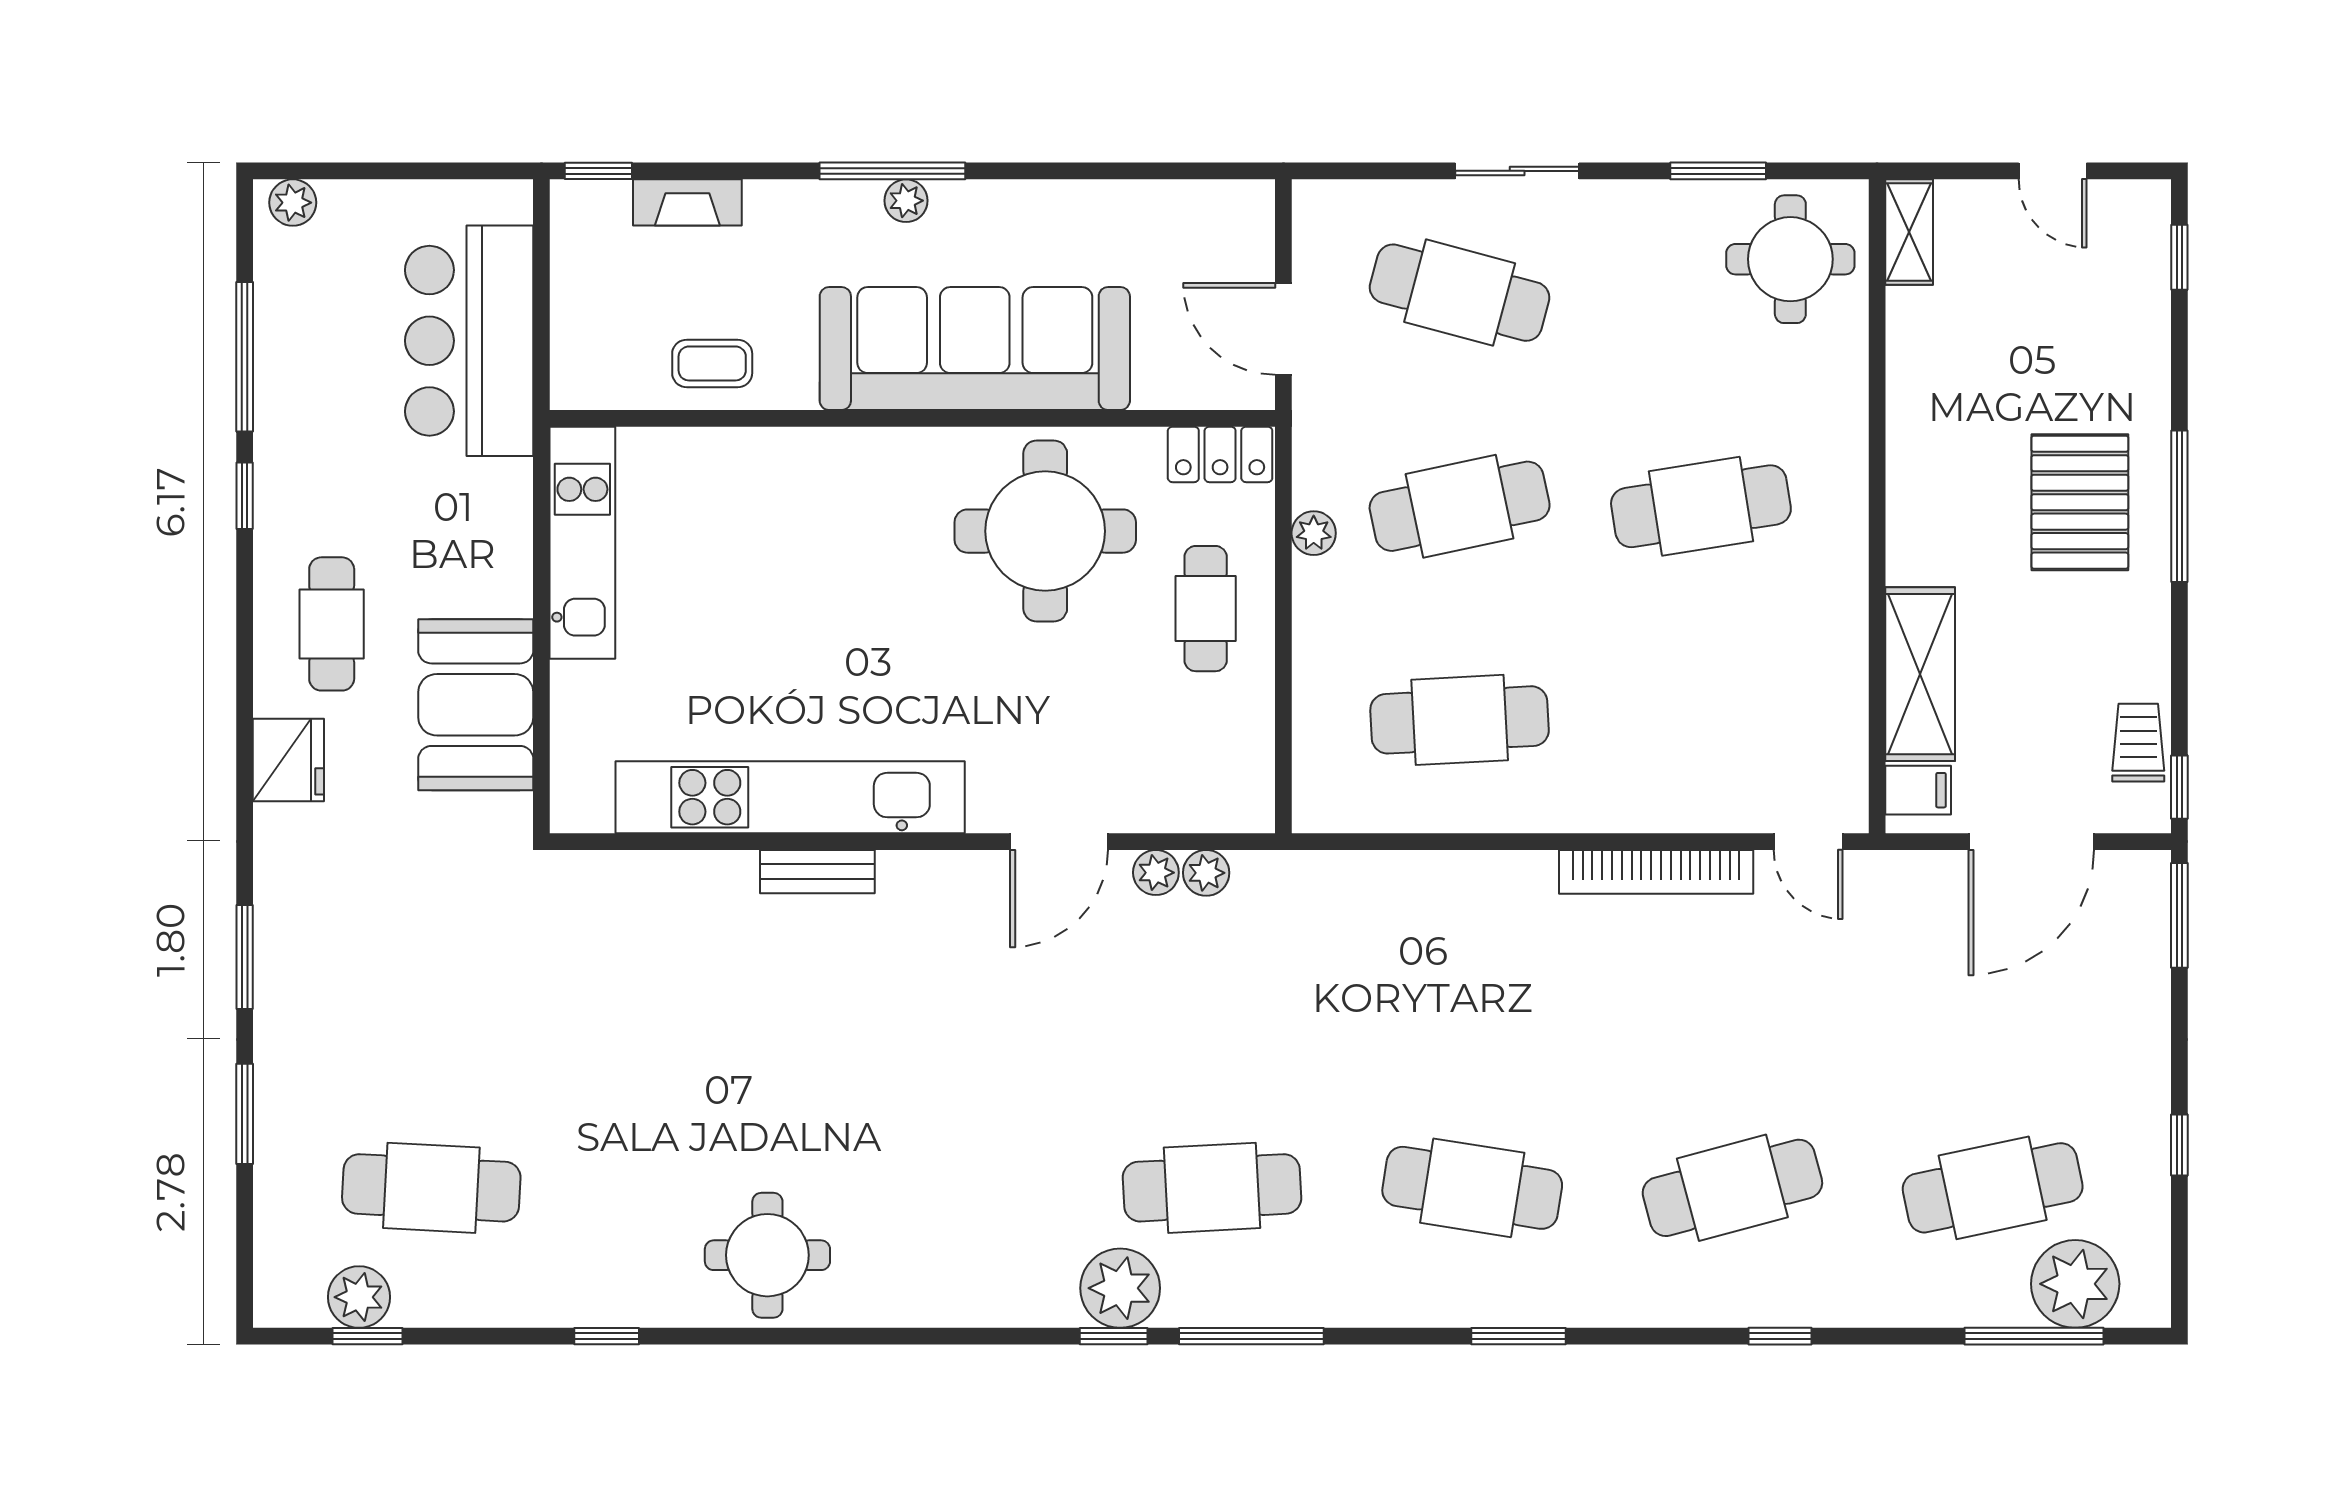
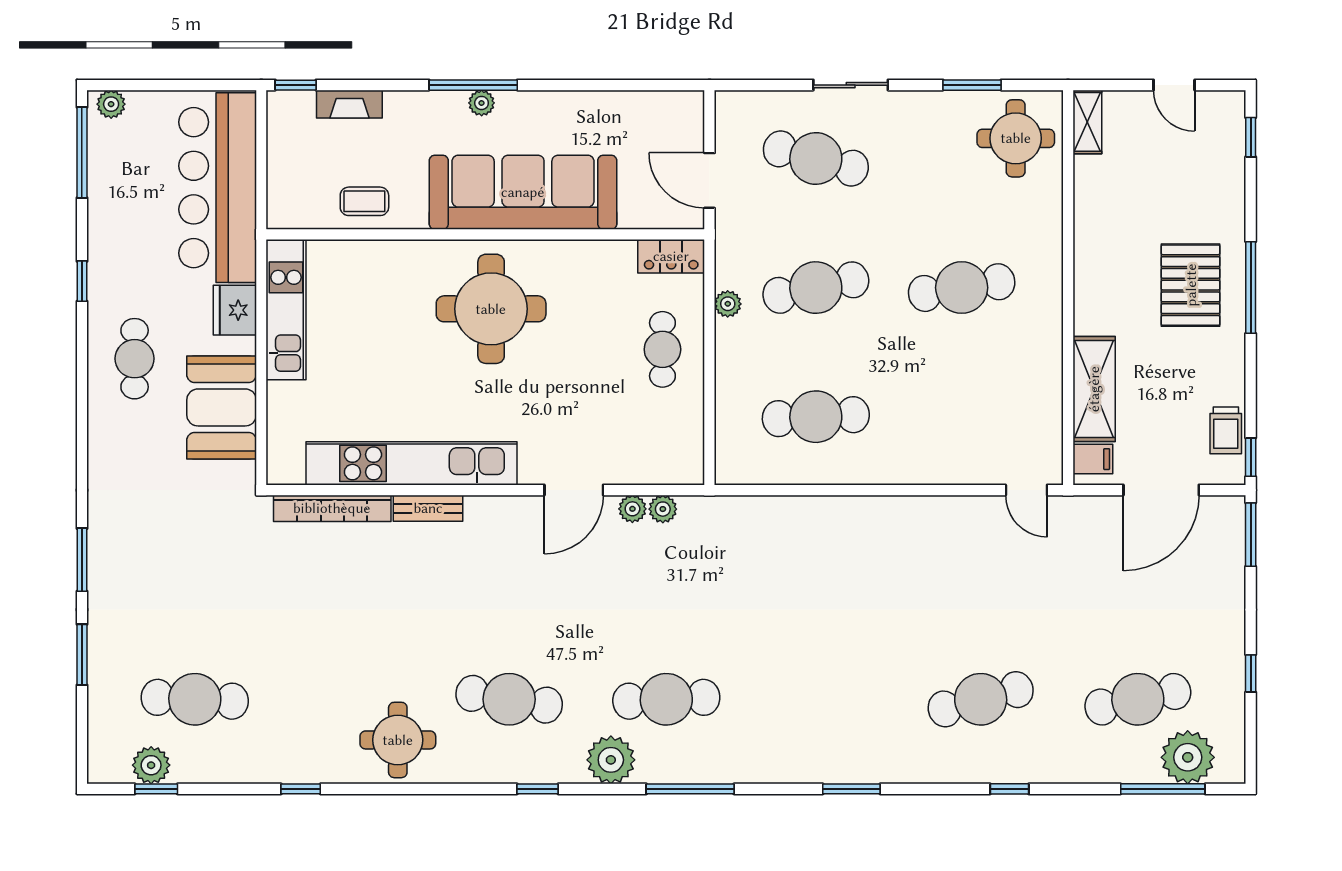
bar counter: (469, 341) -> (218, 188), width x1.36
window: (245, 357) -> (82, 153), moved
round table: (1045, 531) -> (491, 309), moved
trolley: (2138, 743) -> (1226, 430), turned 180
fridge: (288, 760) -> (235, 310), moved, turned 180
bookcase: (1656, 872) -> (332, 508), moved
cafe table: (1472, 1188) -> (509, 699), moved
window: (1114, 1336) -> (538, 789), moved

